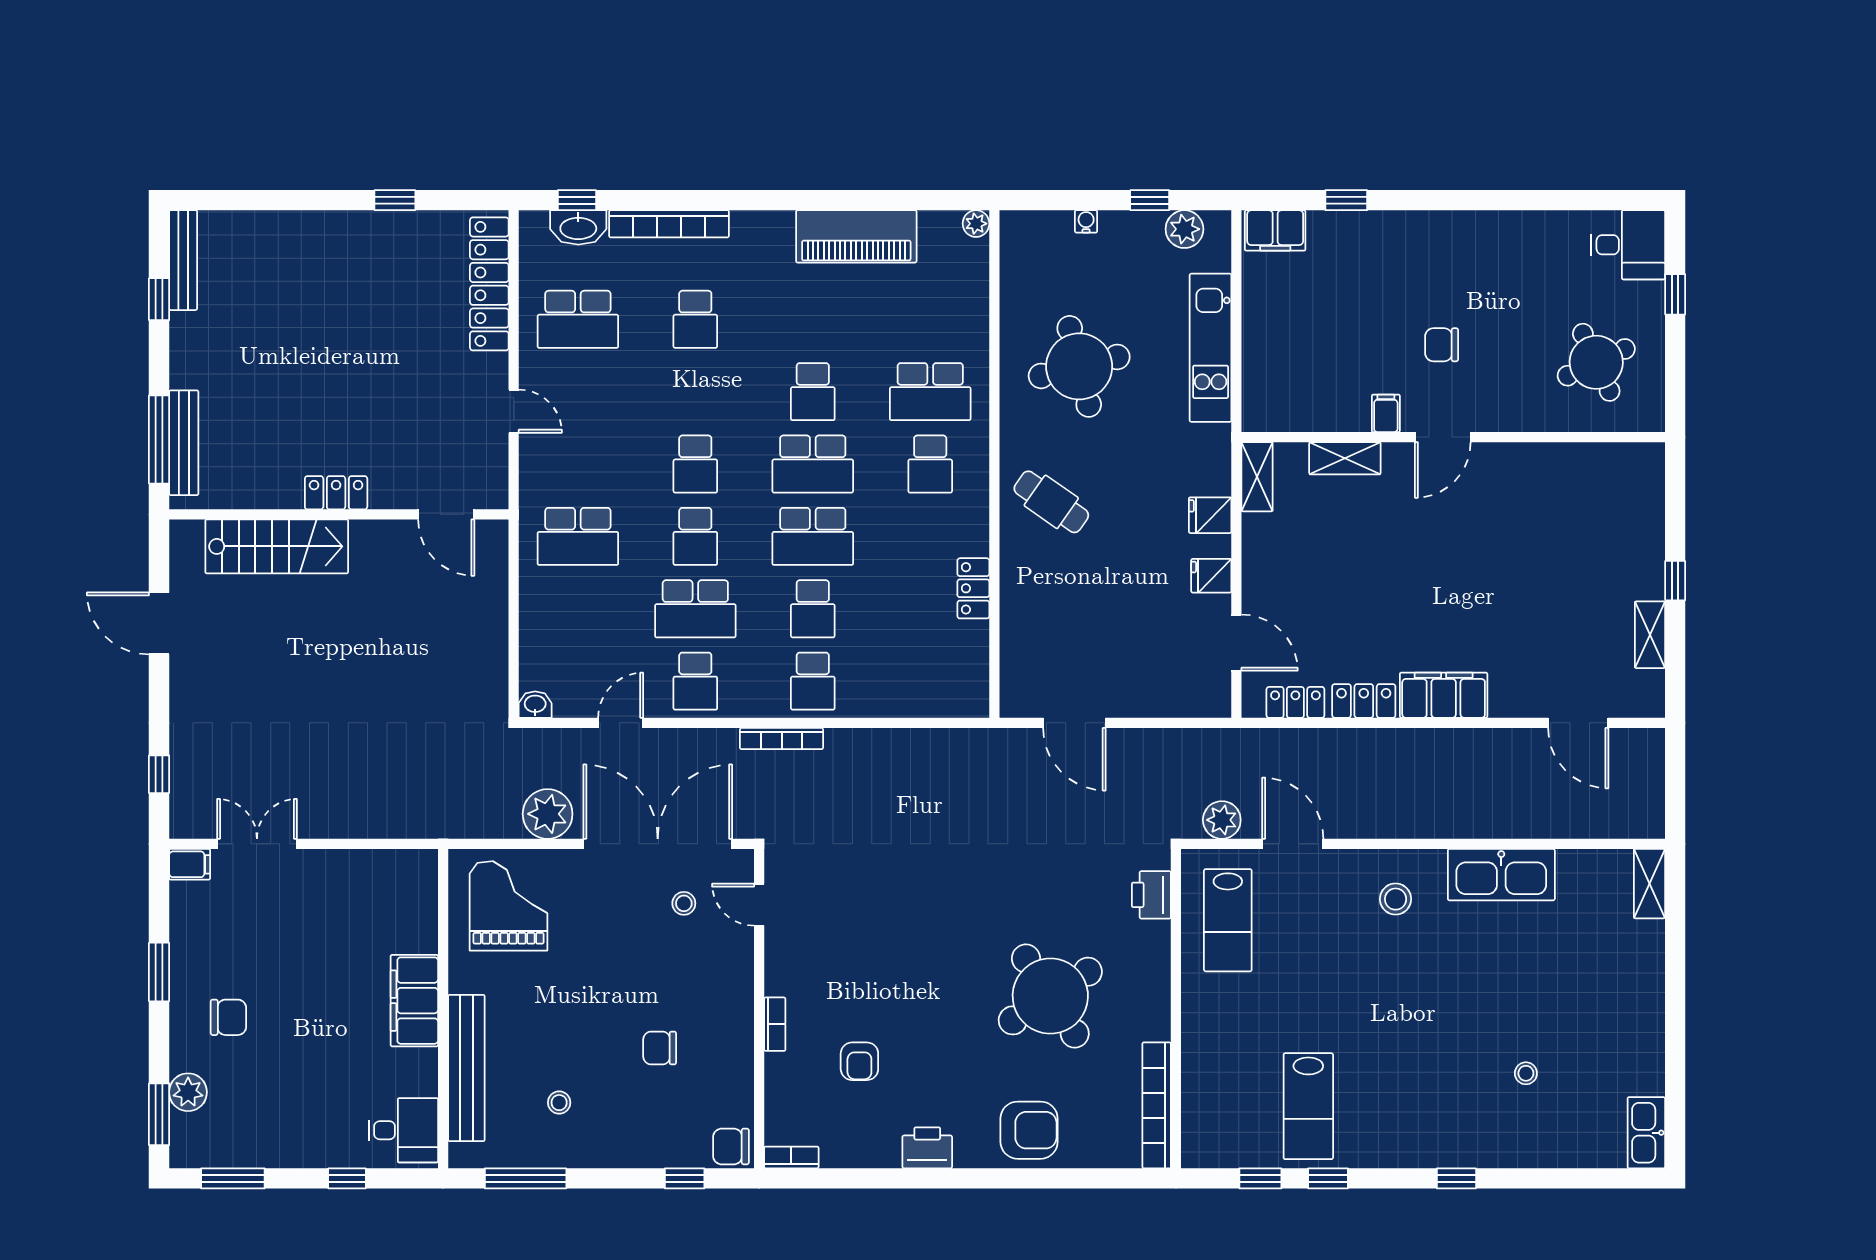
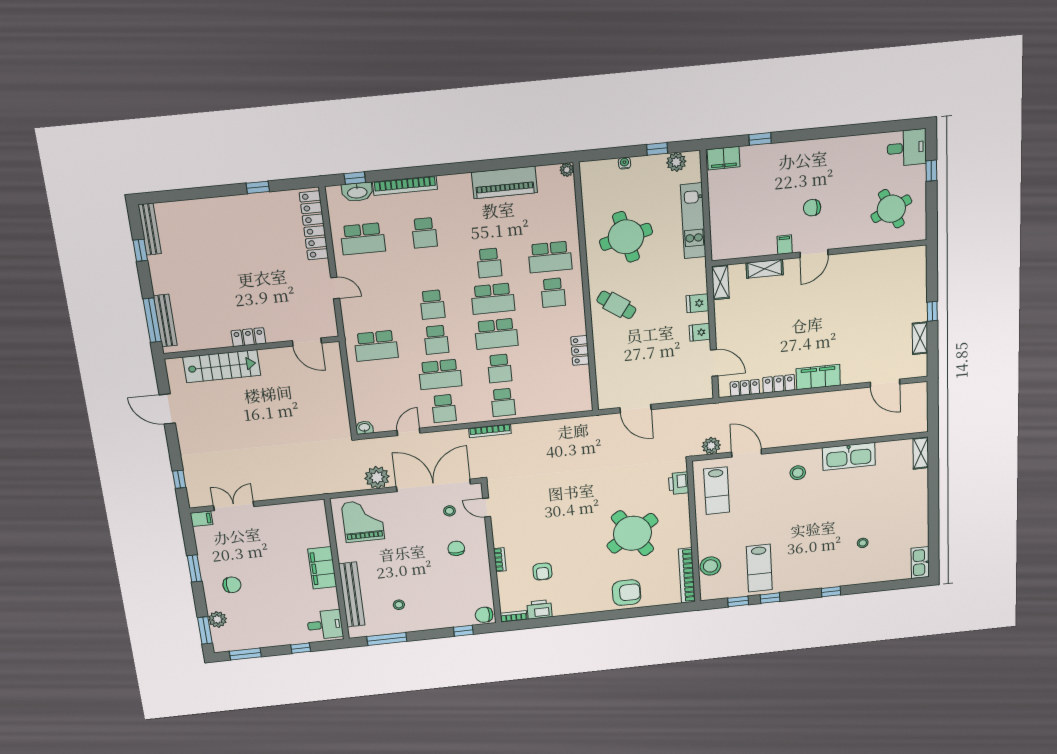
chair: (660, 1048) -> (456, 548), moved, turned 90
stool: (1207, 1089) -> (710, 566), added
printer: (927, 1148) -> (539, 609), moved

